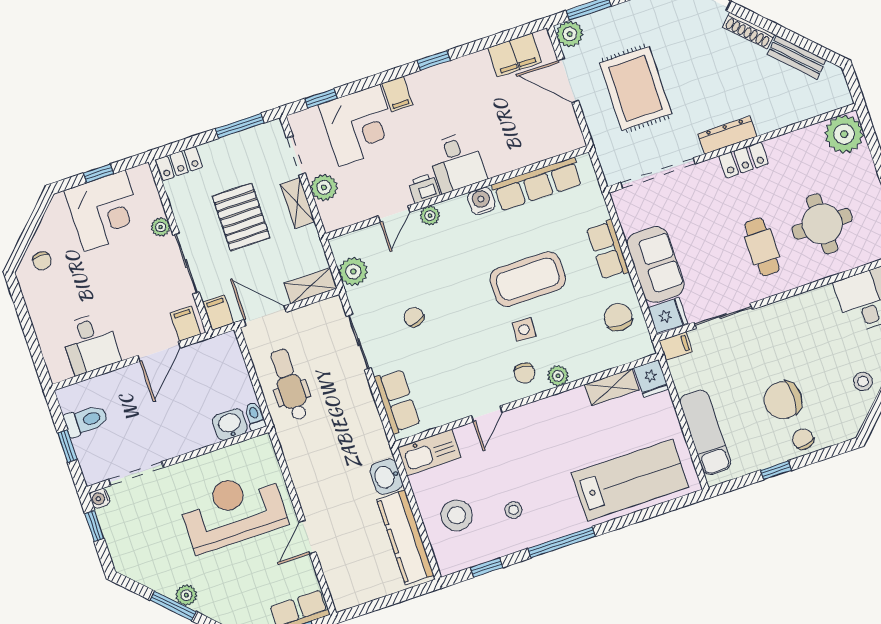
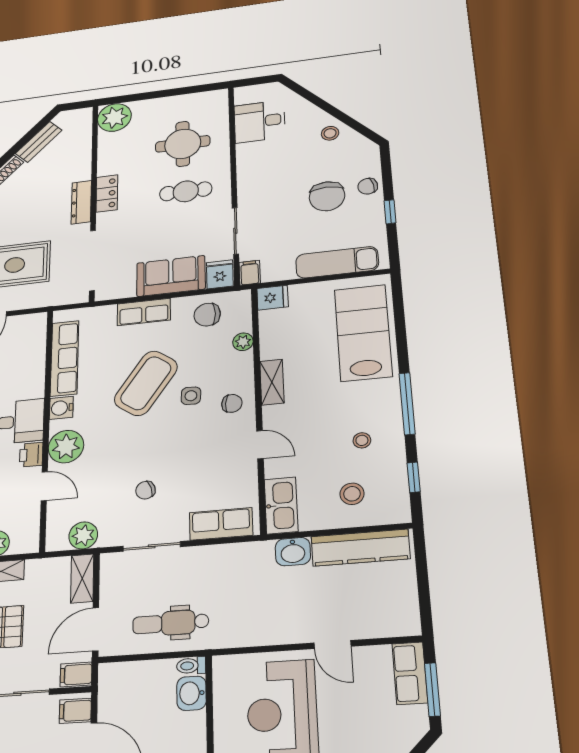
plant: (430, 216) -> (66, 447), width x1.88, depth x1.88
coffee table: (528, 279) -> (146, 383), turned 35
plant: (558, 376) -> (243, 342), moved
shelving: (612, 387) -> (272, 382), moved
stool: (457, 515) -> (352, 494), width x0.73, depth x0.73

